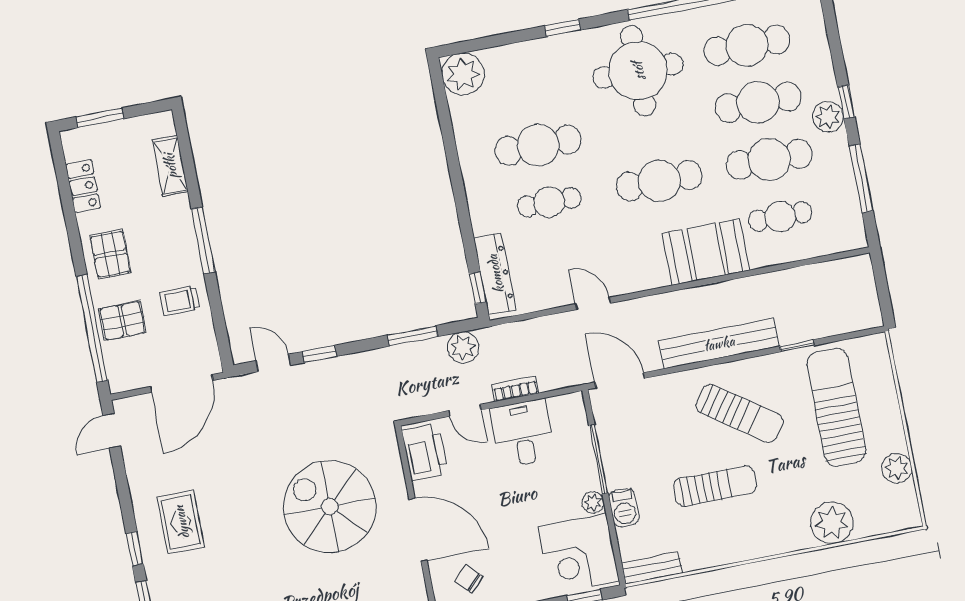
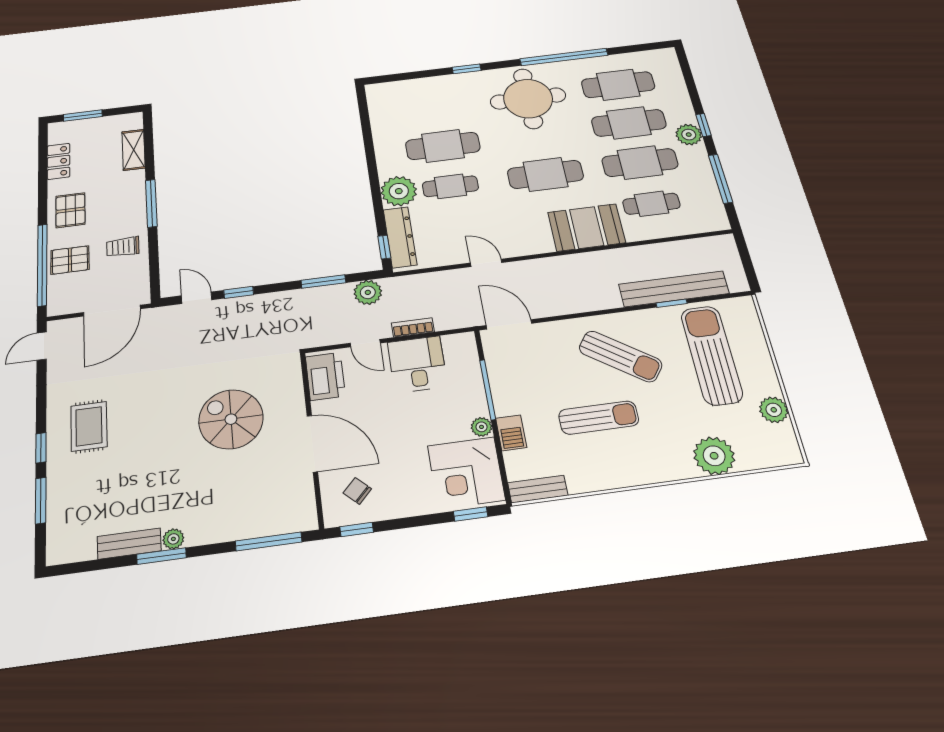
plant: (463, 74) -> (399, 191), moved
bench: (719, 343) -> (674, 289), moved
spiral stairs: (330, 507) -> (231, 419), width x0.73, depth x0.73

